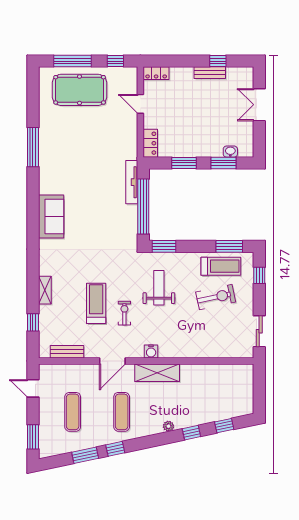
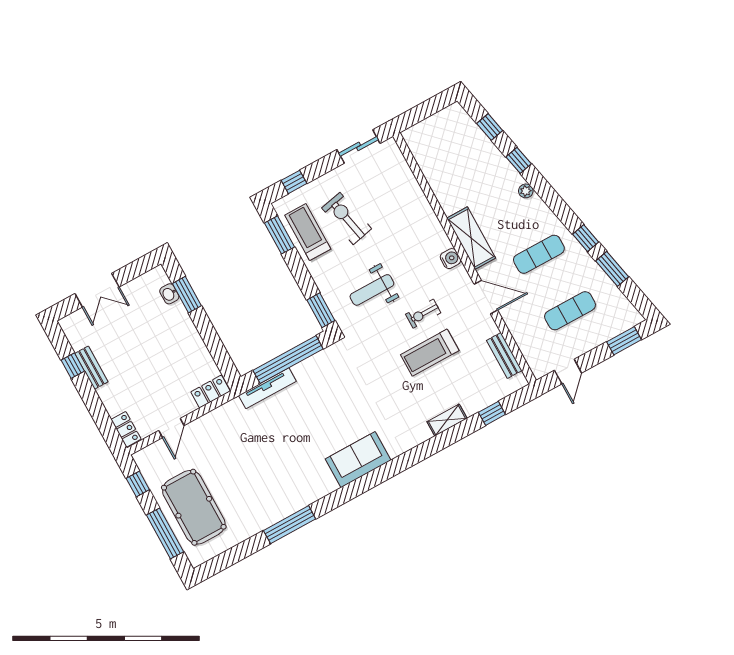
window: (184, 163) -> (212, 340), removed

